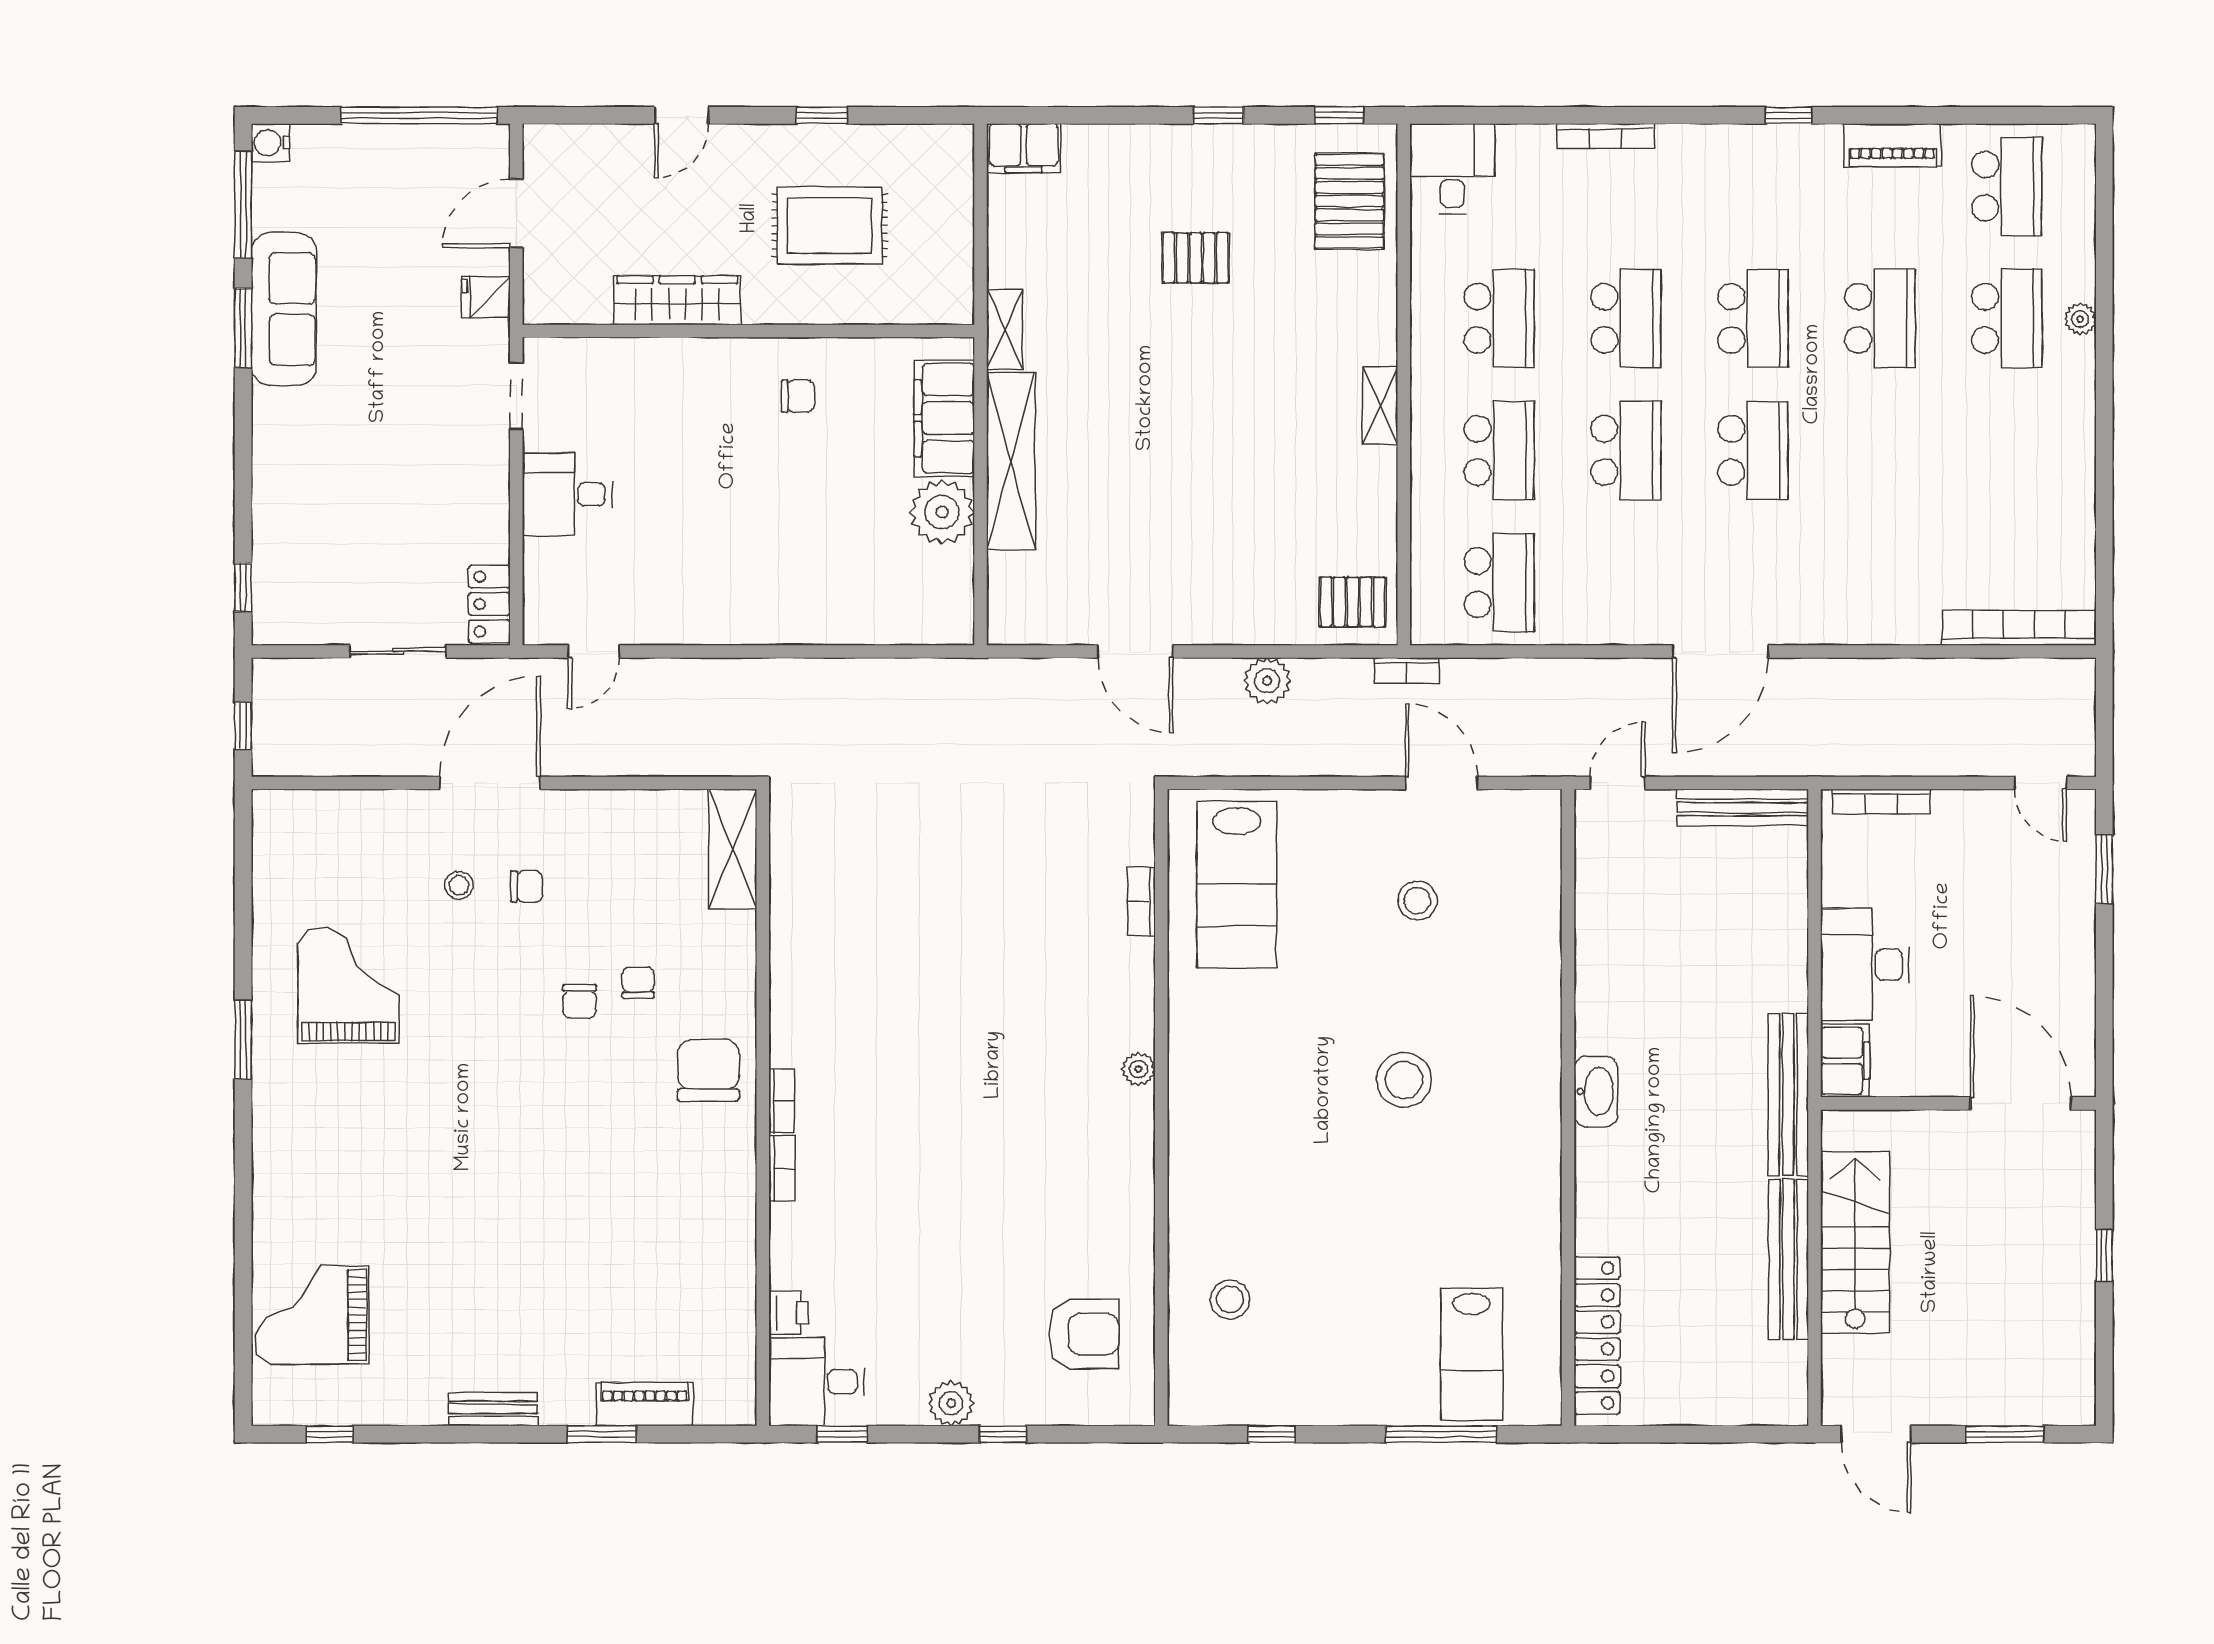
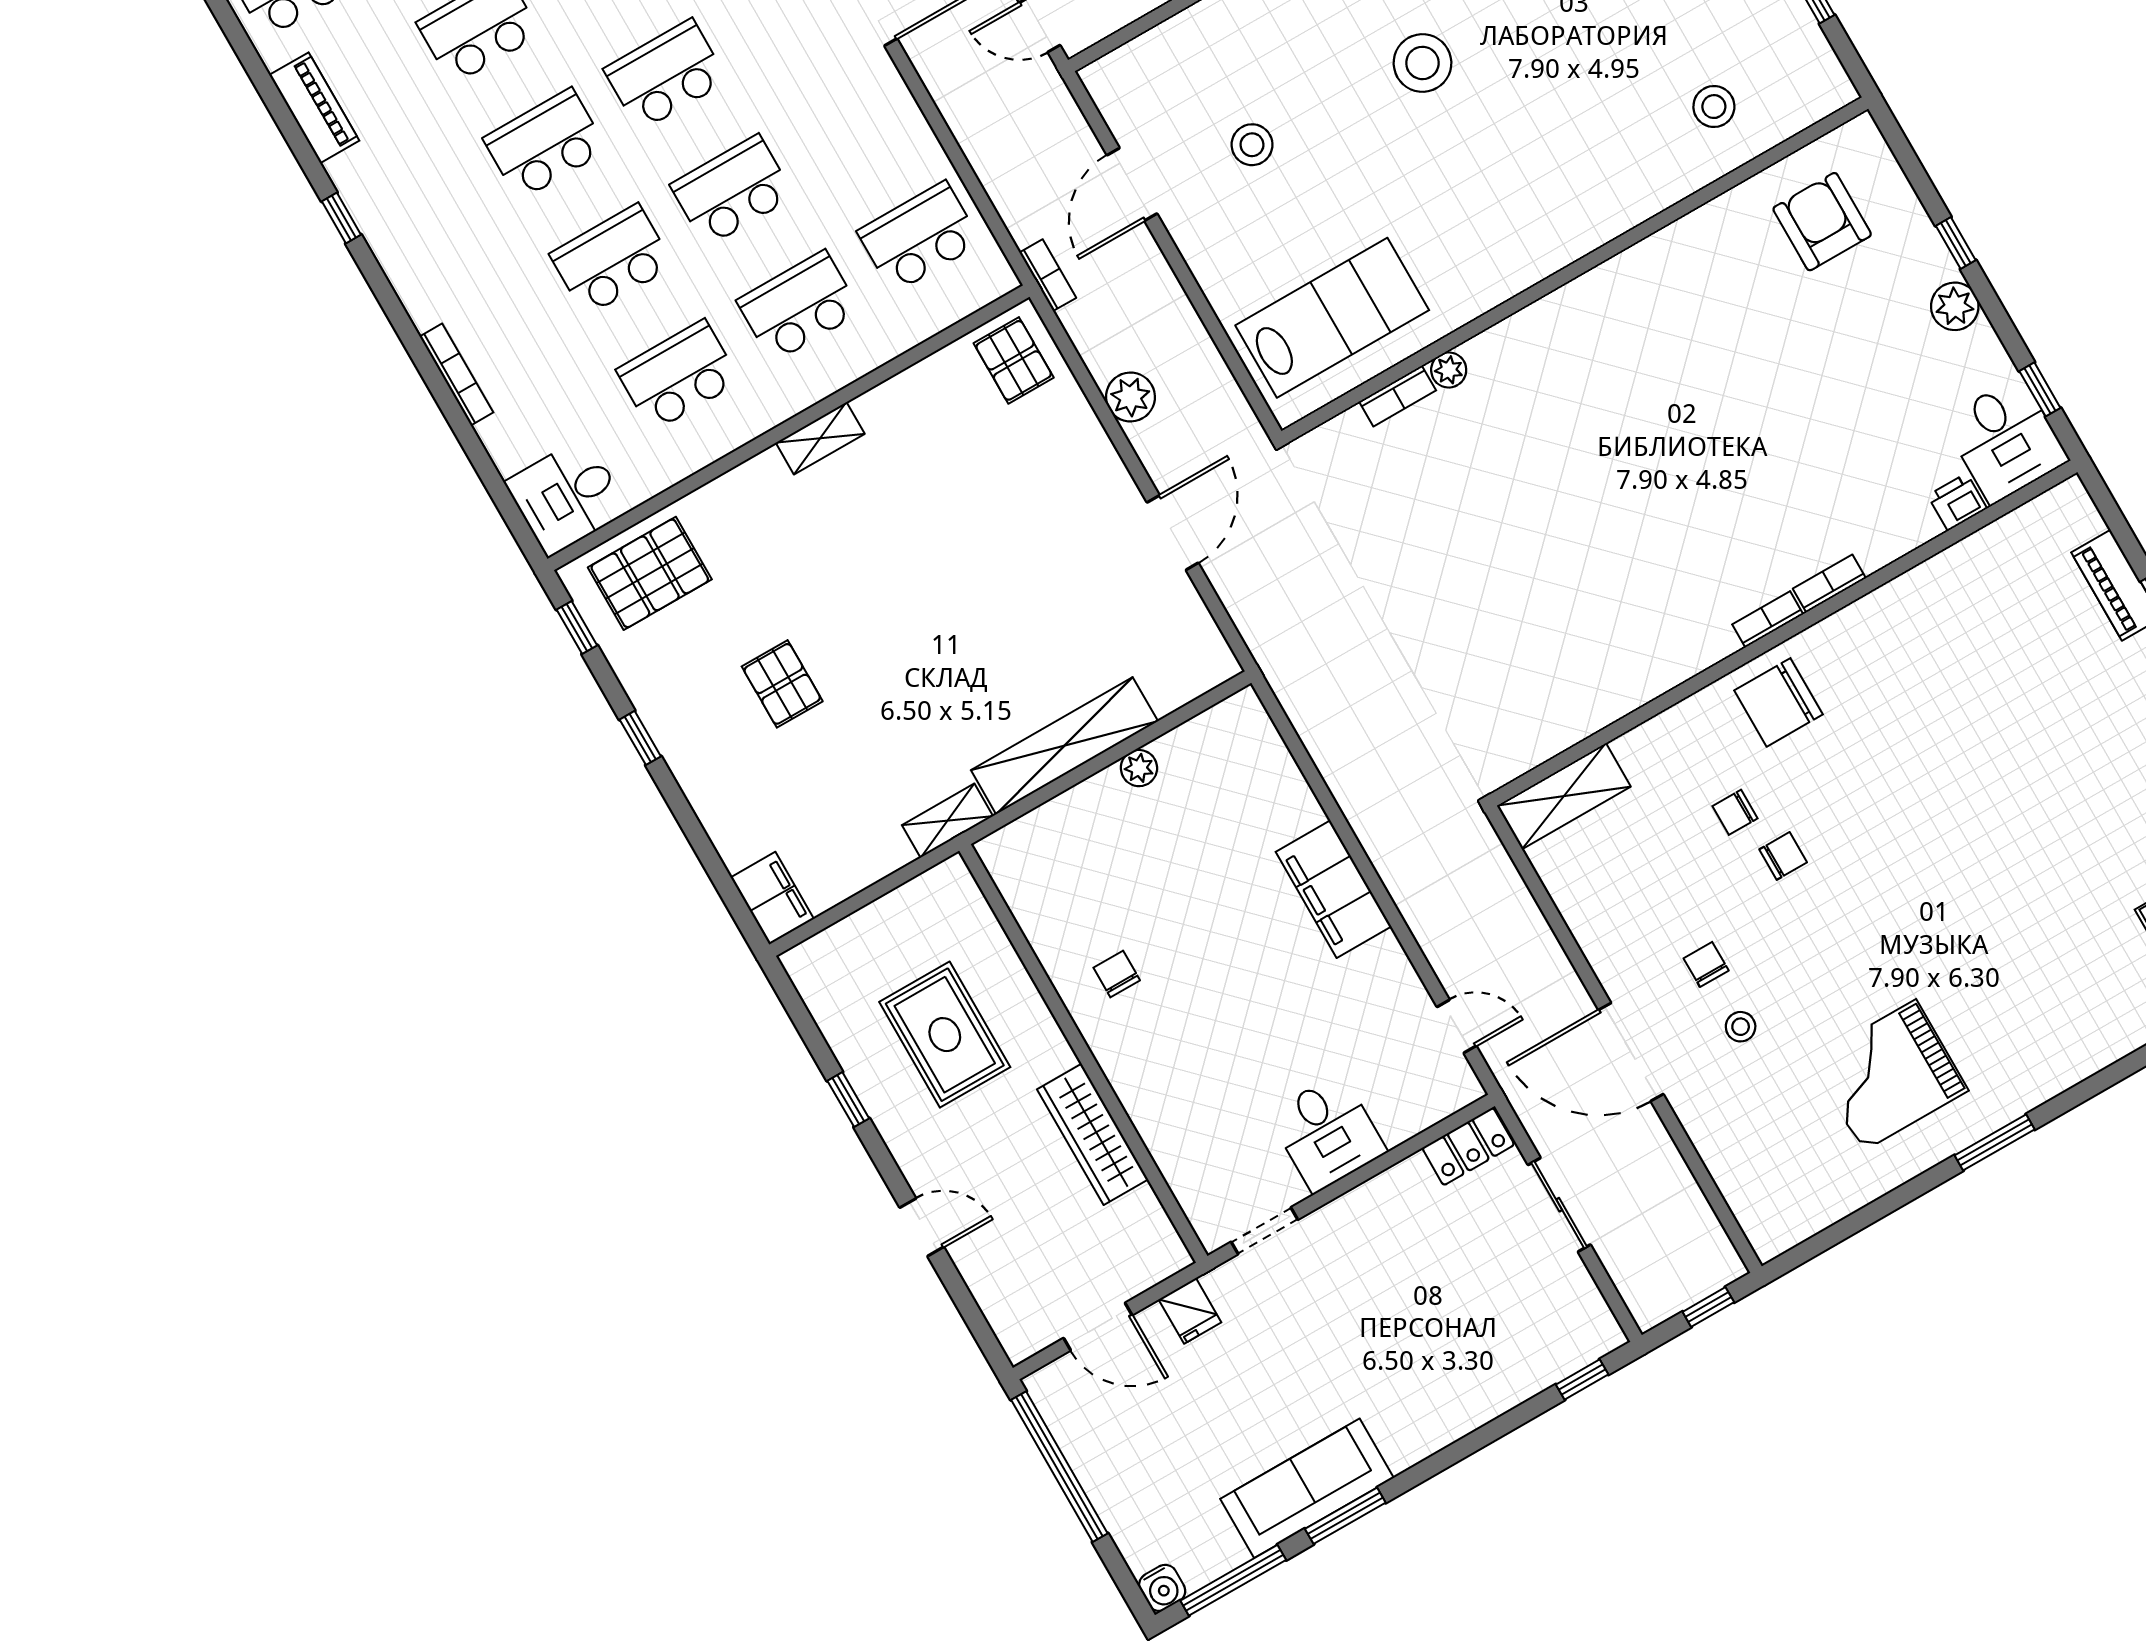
filing cabinet: (944, 418) -> (1334, 889), moved, turned 90
plant: (942, 512) -> (1139, 768), width x0.53, depth x0.53
plant: (1138, 1069) -> (1449, 370), moved

